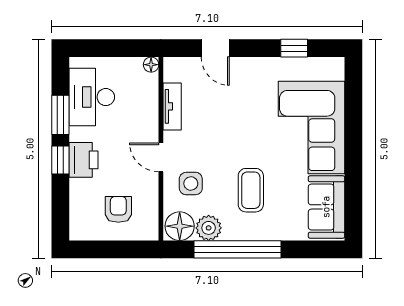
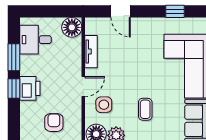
floor lamp: (151, 65) -> (72, 27), width x1.89, depth x1.89
desk: (92, 97) -> (36, 40), width x0.73
door: (161, 157) -> (83, 87), swing flipped
coffee table: (251, 190) -> (145, 109), width x0.73, depth x0.77

